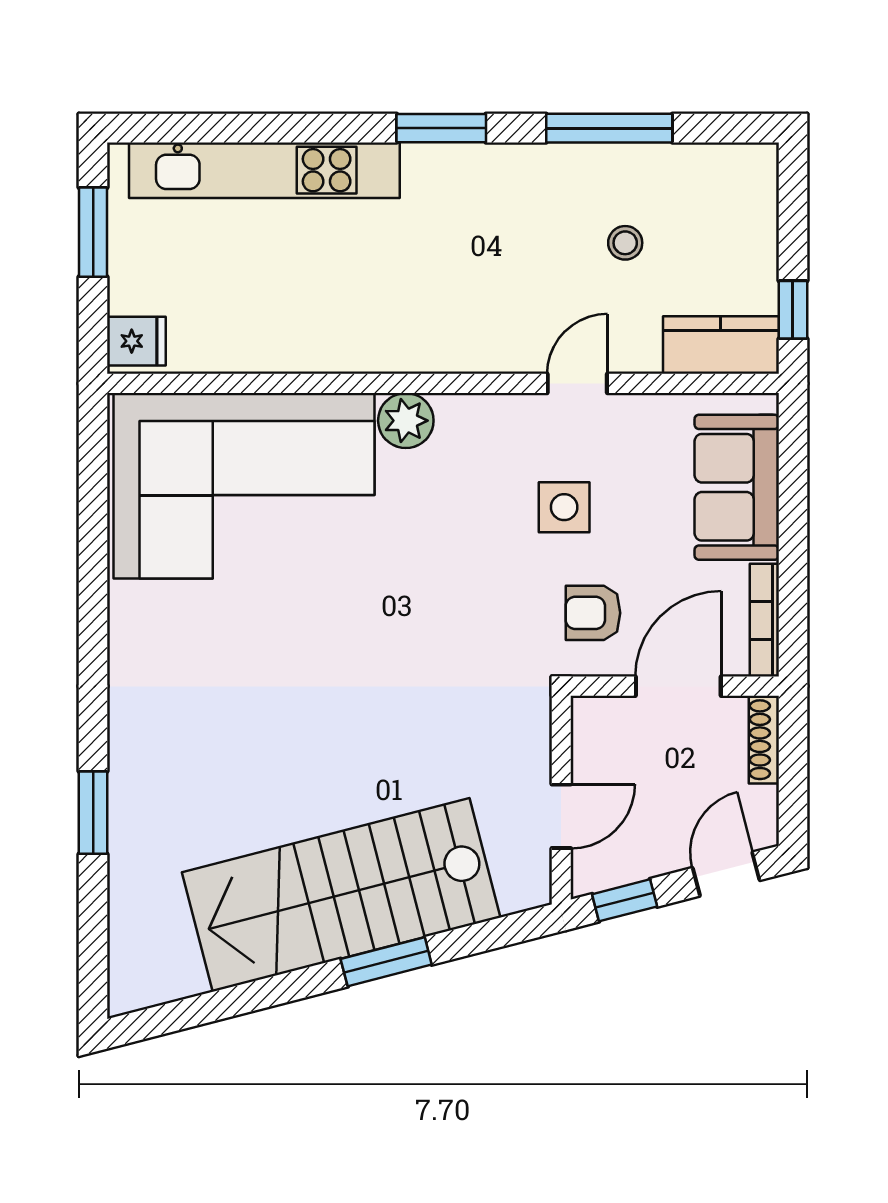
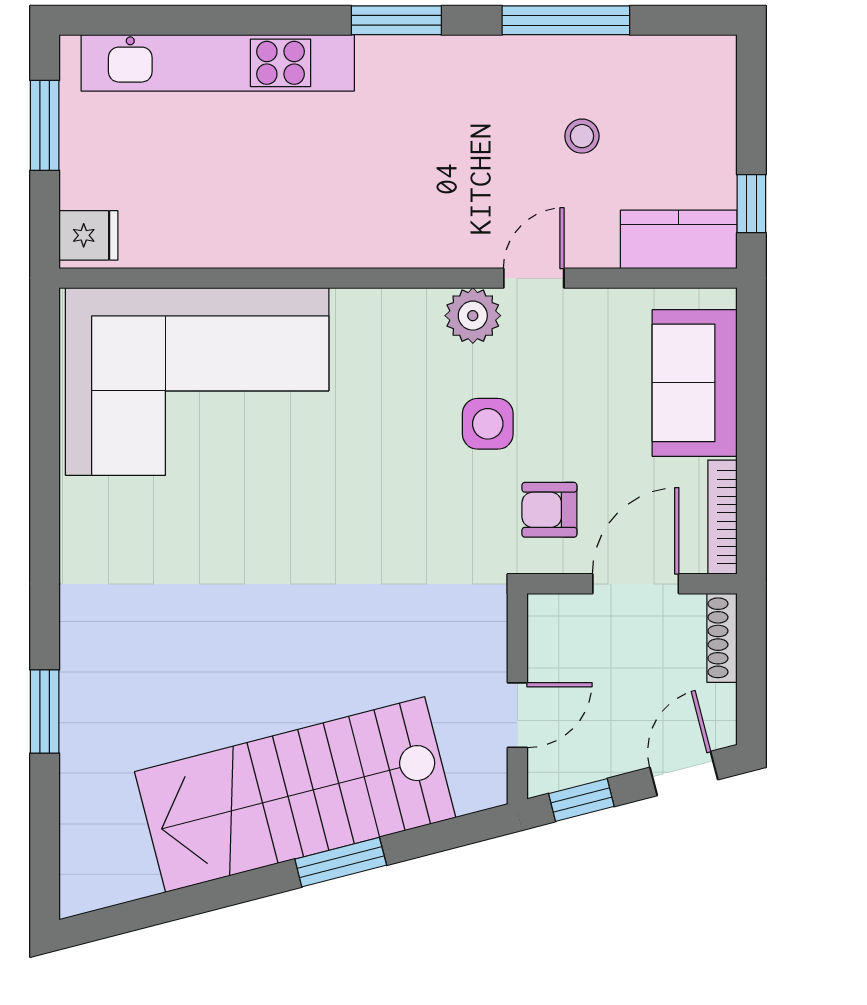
plant: (406, 421) -> (473, 316), moved
side table: (564, 507) -> (488, 424), moved

